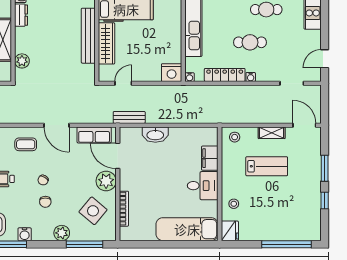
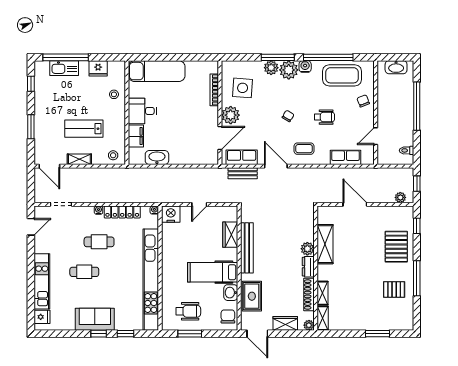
wardrobe: (106, 43) -> (230, 235), width x0.67
plant: (22, 61) -> (307, 249), moved
door: (123, 83) -> (199, 204), moved
bench: (129, 117) -> (243, 173), moved
washbasin: (155, 135) -> (157, 157), moved
door: (118, 156) -> (220, 138), hinge flipped
window: (325, 200) -> (31, 84), moved
chair: (45, 202) -> (286, 96), removed
side table: (93, 211) -> (243, 88), turned -36
plant: (42, 230) -> (289, 70), added
fridge: (230, 231) -> (98, 68), moved, turned -90
kitchen sink: (288, 233) -> (64, 68), added
window: (84, 244) -> (278, 57), moved

